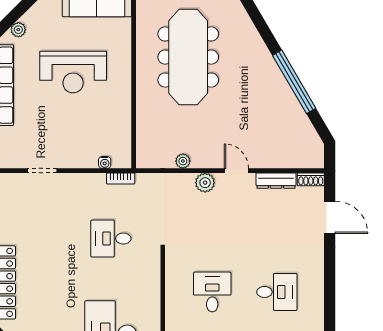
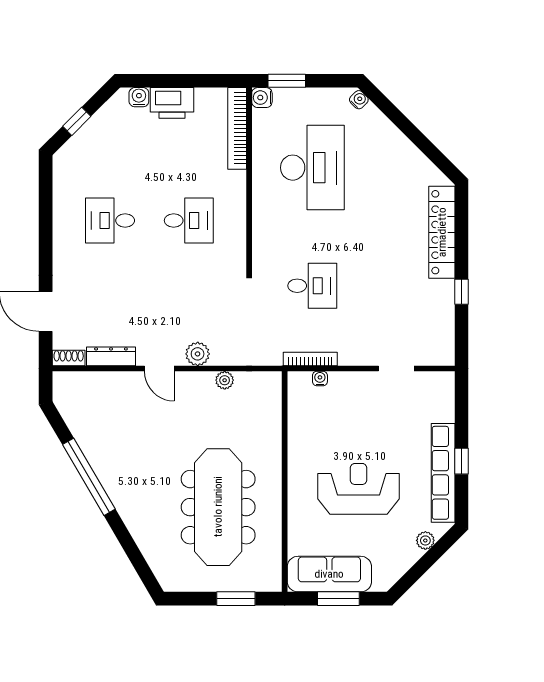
bookcase: (121, 178) -> (310, 359), width x1.56
desk: (212, 292) -> (189, 221), turned -90

